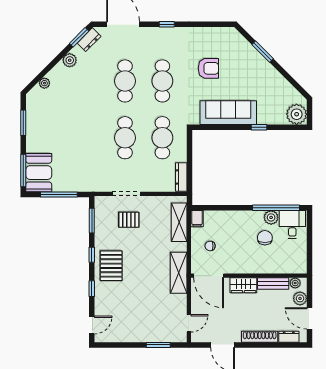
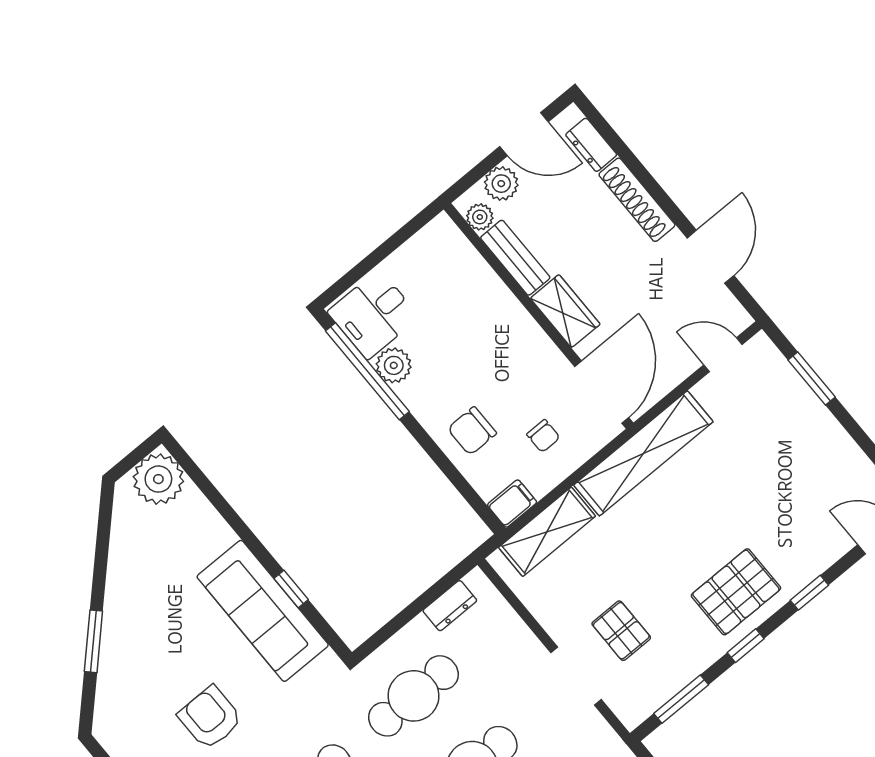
window: (259, 127) -> (291, 589), moved
dresser: (181, 177) -> (450, 606), width x0.70
chair: (265, 238) -> (472, 431), moved
shelving: (179, 273) -> (643, 453), width x1.47
door: (310, 318) -> (524, 134), hinge flipped

